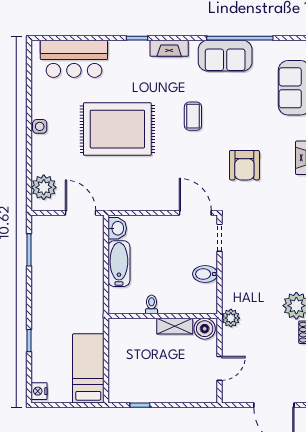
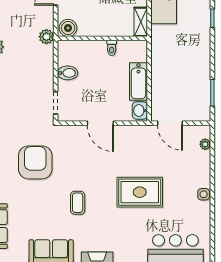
rug: (117, 129) -> (140, 192), width x0.73, depth x0.69
armchair: (244, 165) -> (35, 162), width x1.36, depth x1.36
plant: (44, 187) -> (205, 144), width x0.53, depth x0.53
door: (195, 213) -> (100, 123), moved
shelving: (175, 326) -> (141, 22), moved, turned 90

